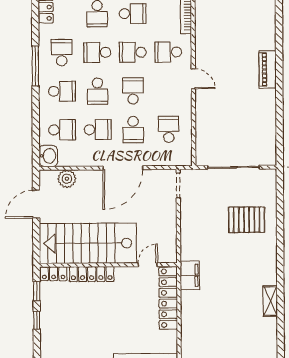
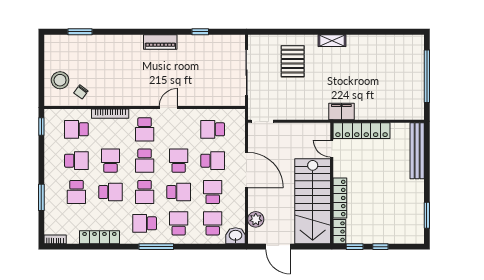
school desk: (133, 91) -> (179, 161), turned 90
window: (279, 115) -> (200, 32), added
shelving: (270, 301) -> (332, 41), moved

